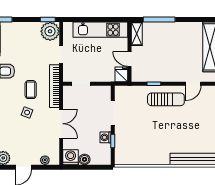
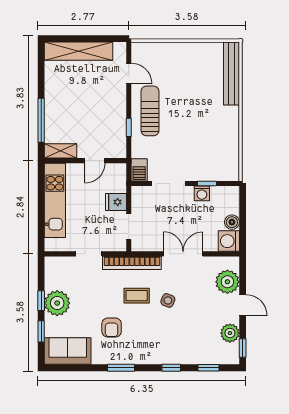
window: (48, 20) -> (41, 301), moved
plant: (50, 31) -> (57, 303), moved
fridge: (121, 74) -> (116, 202), moved
barbecue: (123, 91) -> (139, 170), added
plant: (45, 160) -> (227, 282), width x1.87, depth x1.87

